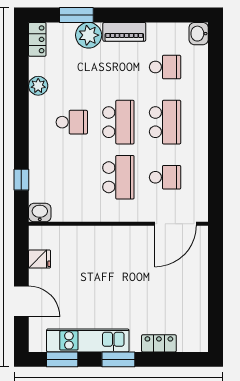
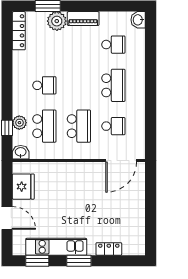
locker: (37, 39) -> (19, 31), width x1.53
plant: (38, 86) -> (19, 123), moved
school desk: (118, 122) -> (44, 126), moved
fridge: (40, 259) -> (23, 187), width x1.88, depth x1.34

